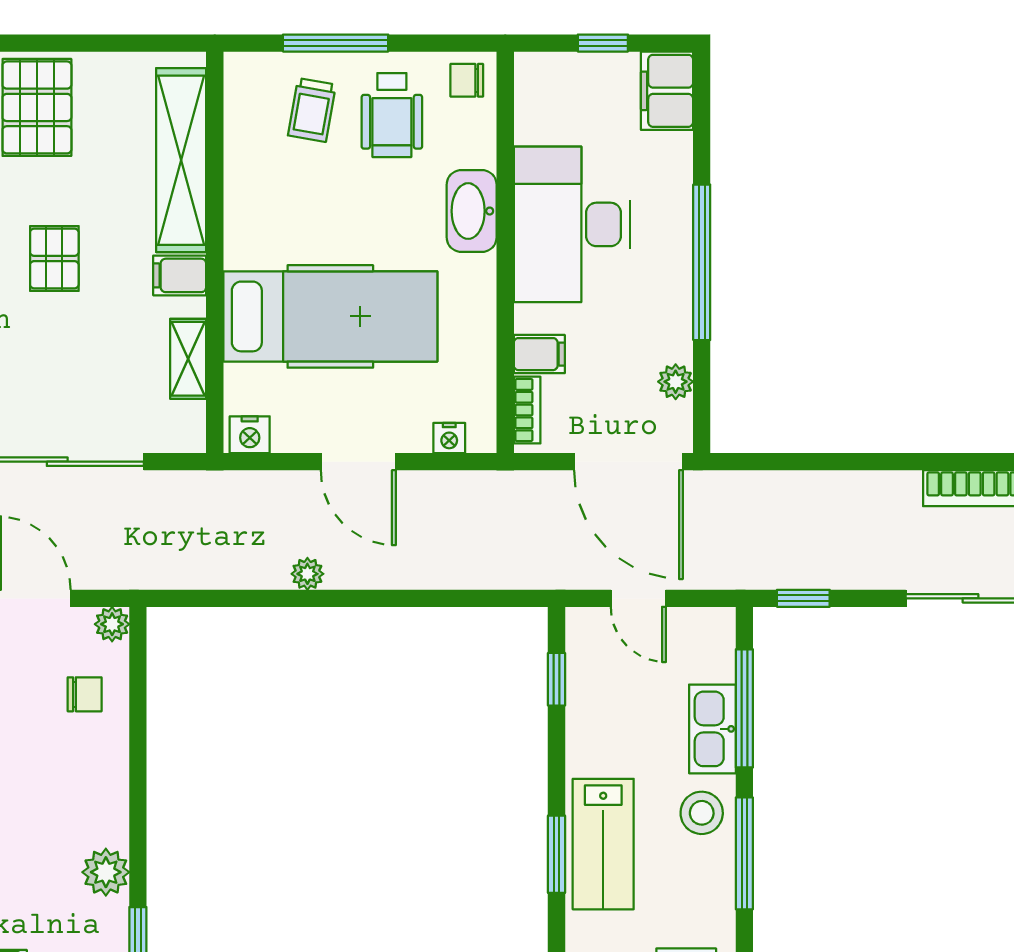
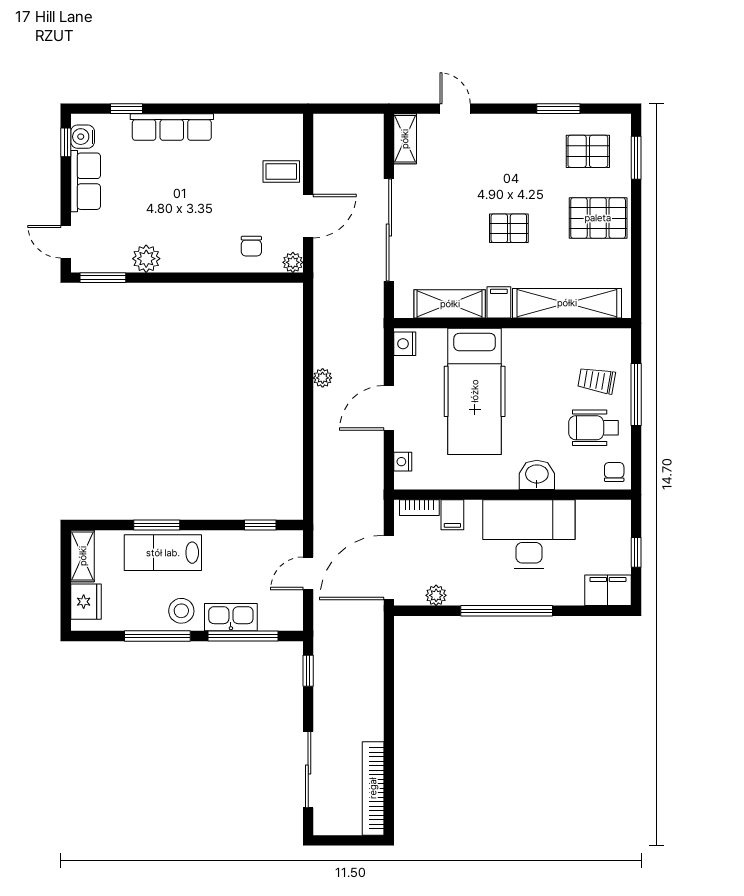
washbasin: (472, 211) -> (537, 475), width x0.72
shelving: (188, 359) -> (450, 304), width x1.50, depth x1.33

